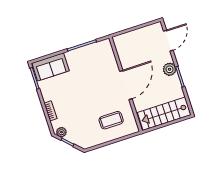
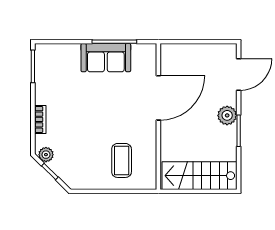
sofa: (51, 67) -> (106, 58), moved
door: (126, 85) -> (158, 98), moved
coffee table: (111, 120) -> (122, 160), turned 90

